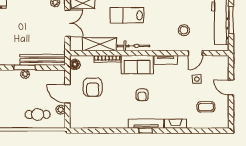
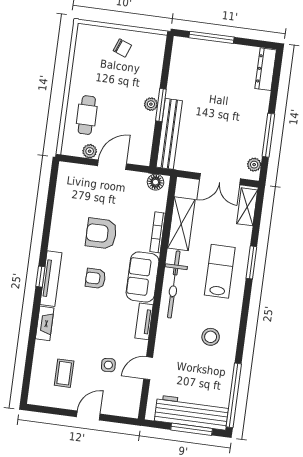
stool: (184, 30) -> (211, 337), moved
bicycle: (133, 46) -> (174, 284), width x1.37, depth x1.40
door: (195, 53) -> (148, 368), hinge flipped
armchair: (93, 87) -> (101, 234), moved

